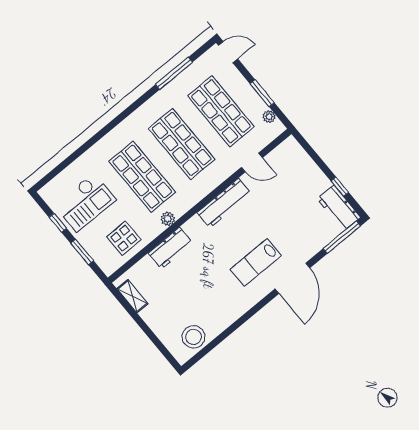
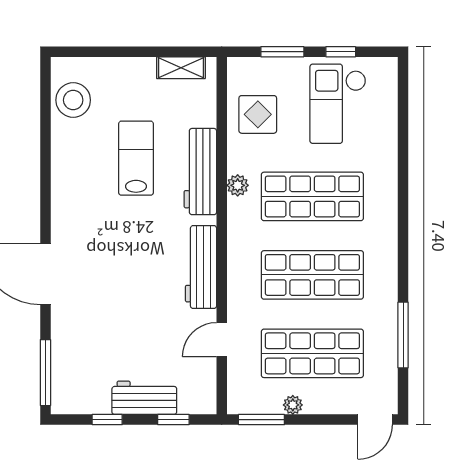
window: (262, 93) -> (261, 420), moved
plant: (269, 117) -> (293, 405), moved
window: (312, 153) -> (173, 420), added
workbench: (339, 208) -> (144, 398), moved
workbench: (170, 248) -> (200, 172), width x1.38
lab bench: (256, 262) -> (136, 158), moved

